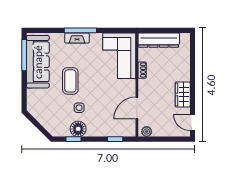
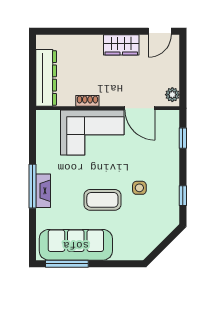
corner sofa: (119, 56) -> (92, 133), moved
floor lamp: (78, 129) -> (169, 189), removed

